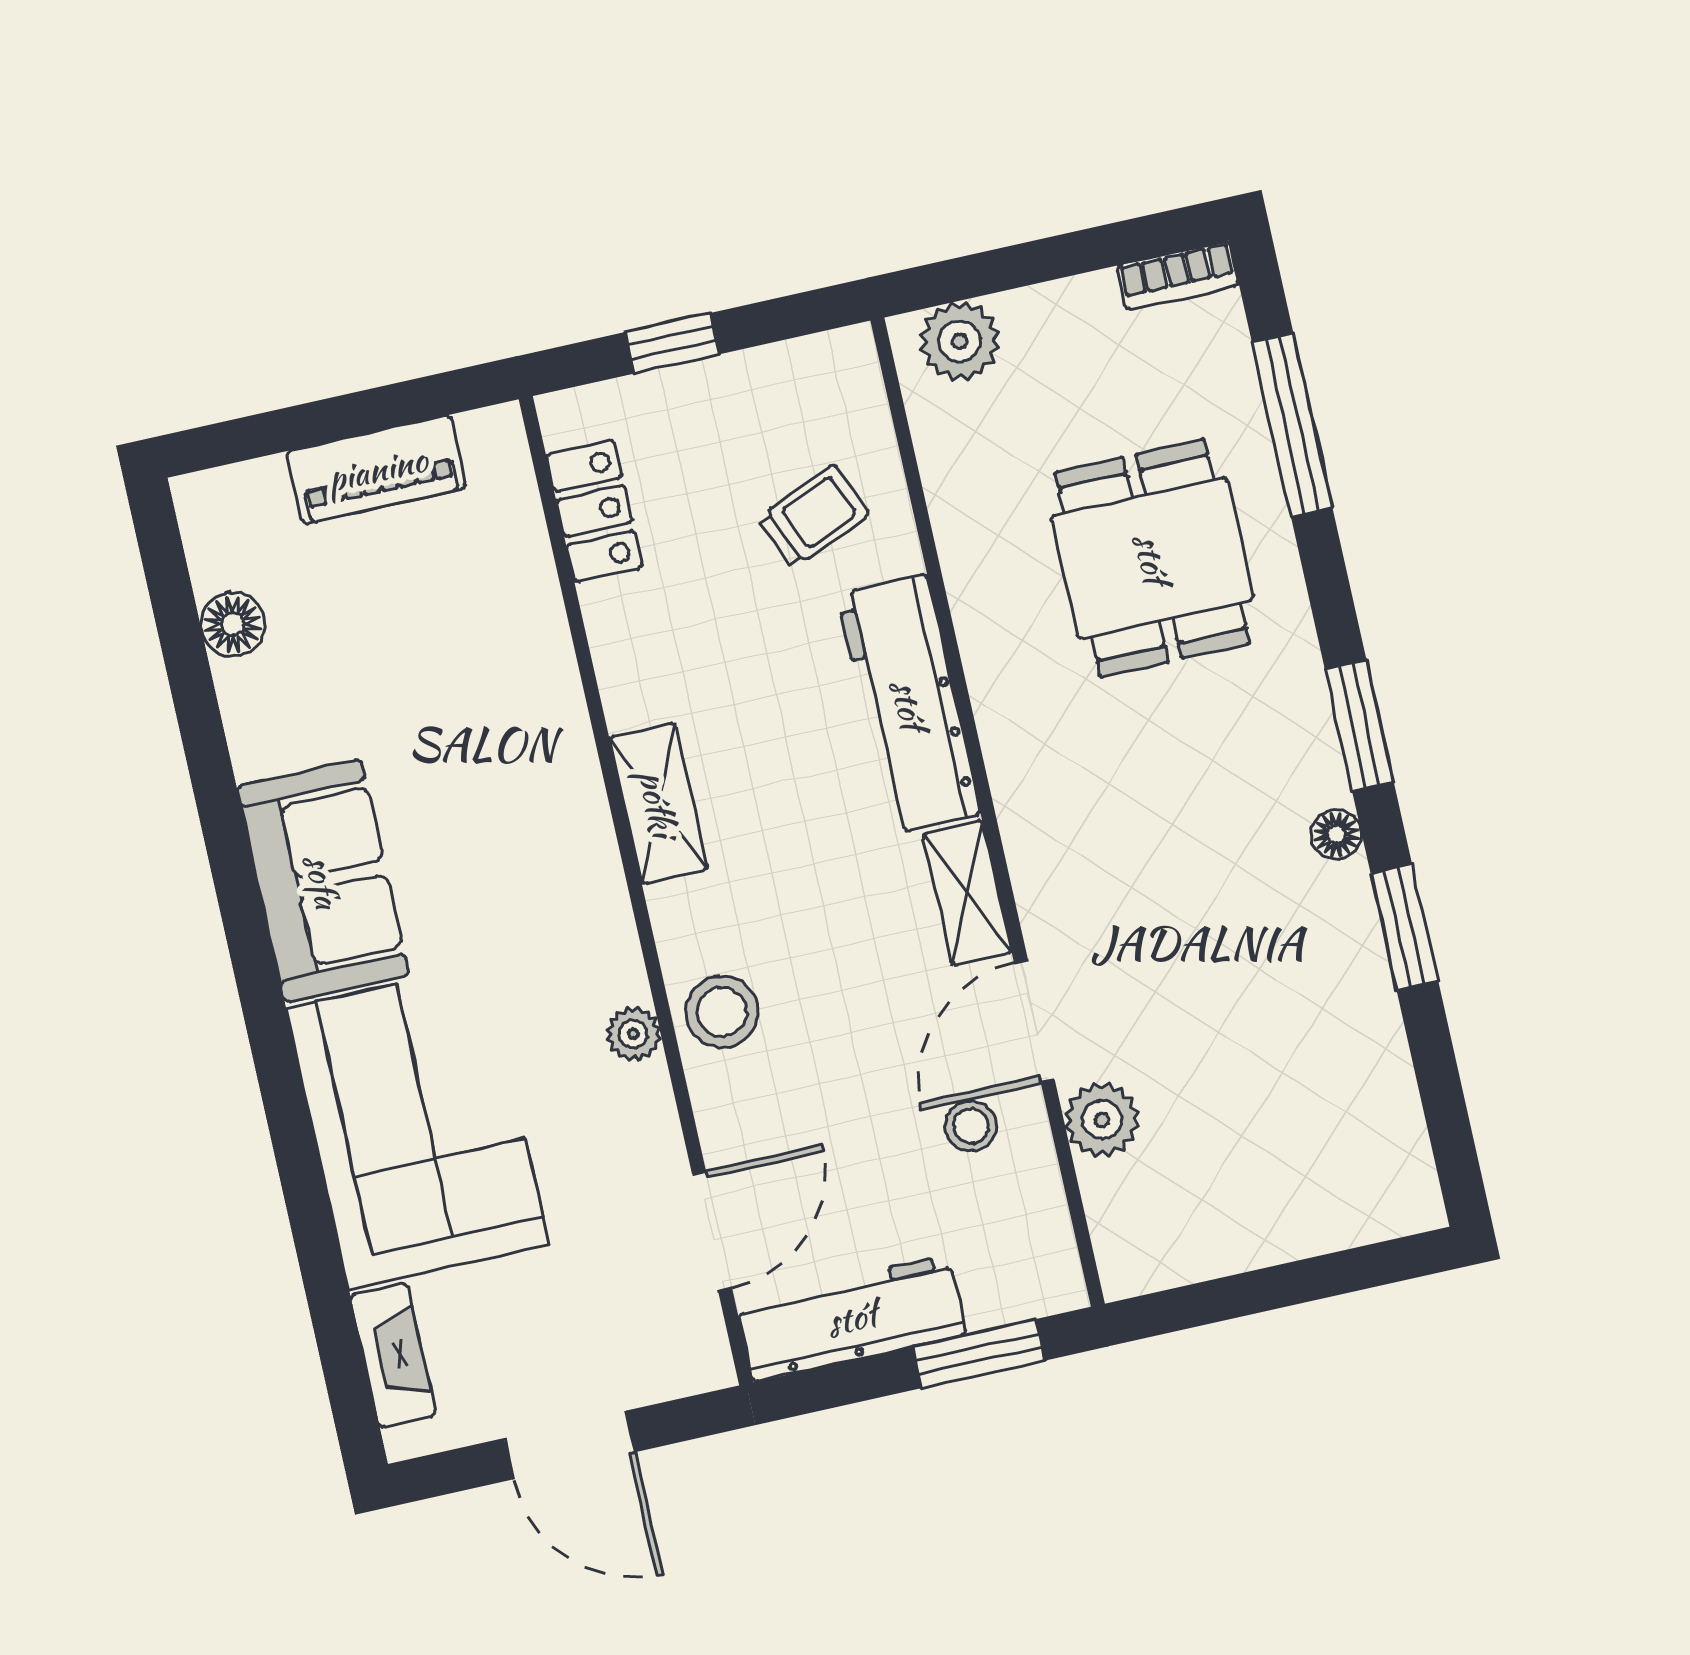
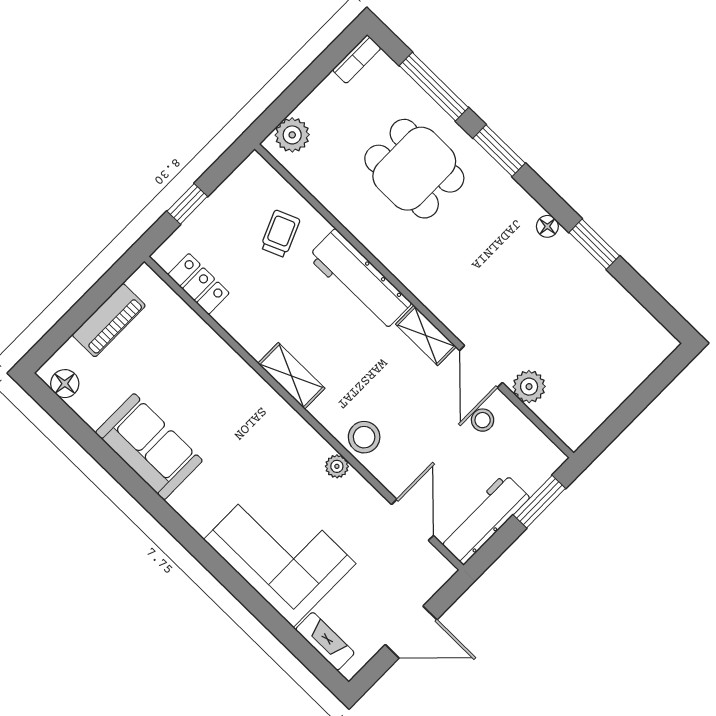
floor lamp: (233, 624) -> (65, 384), moved
window: (1359, 725) -> (499, 151), moved
sofa: (323, 881) -> (149, 447), moved

